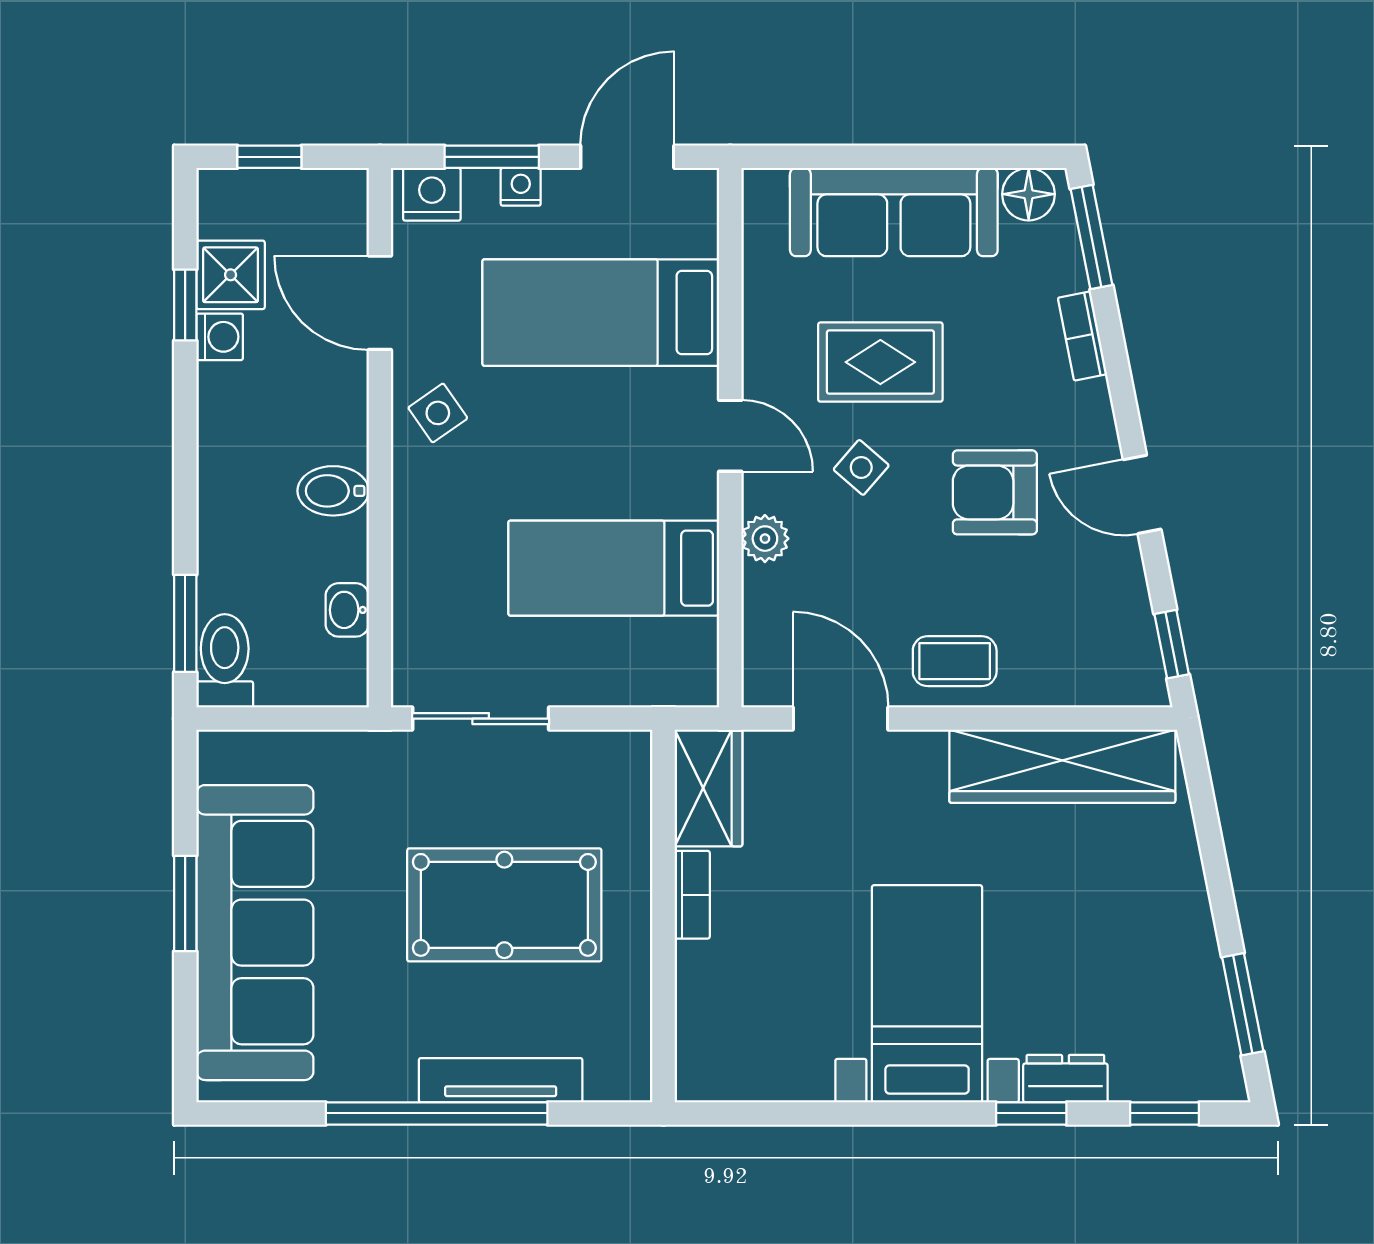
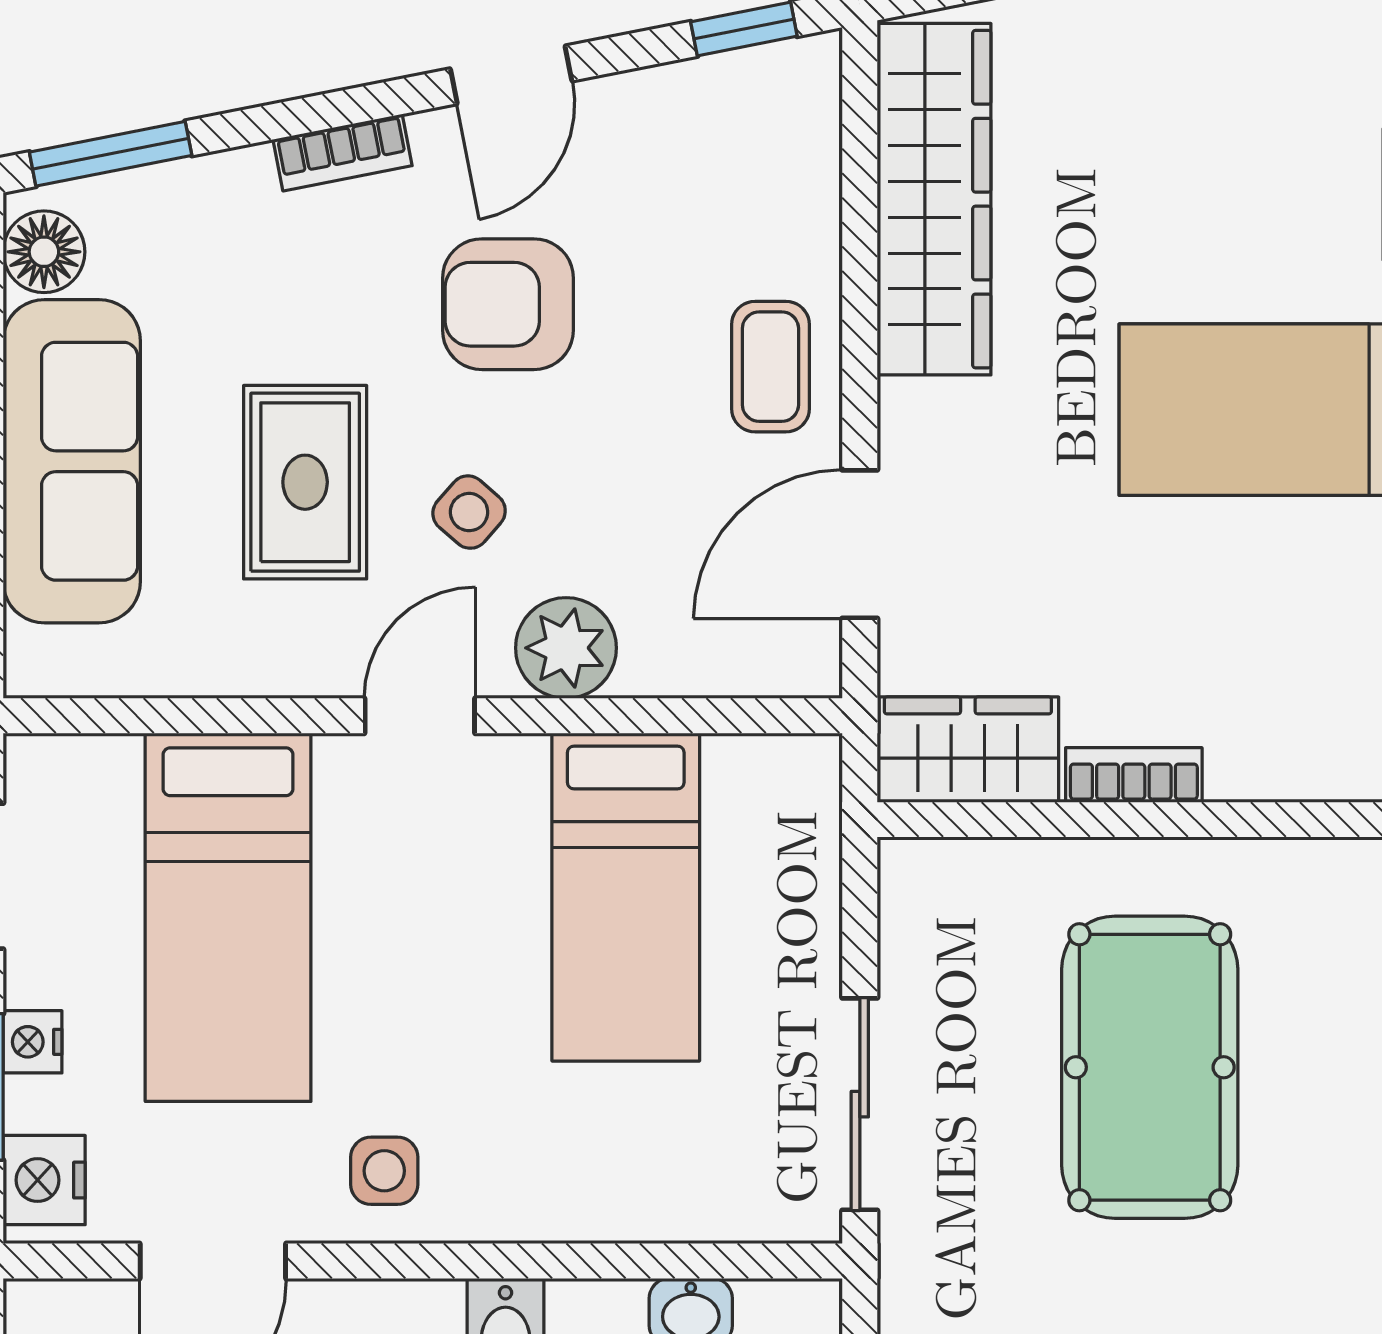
bookcase: (1082, 336) -> (343, 153), moved
side table: (438, 413) -> (384, 1171), turned 35
armchair: (995, 492) -> (508, 304), turned 90
plant: (765, 539) -> (566, 648), width x1.38, depth x1.38

